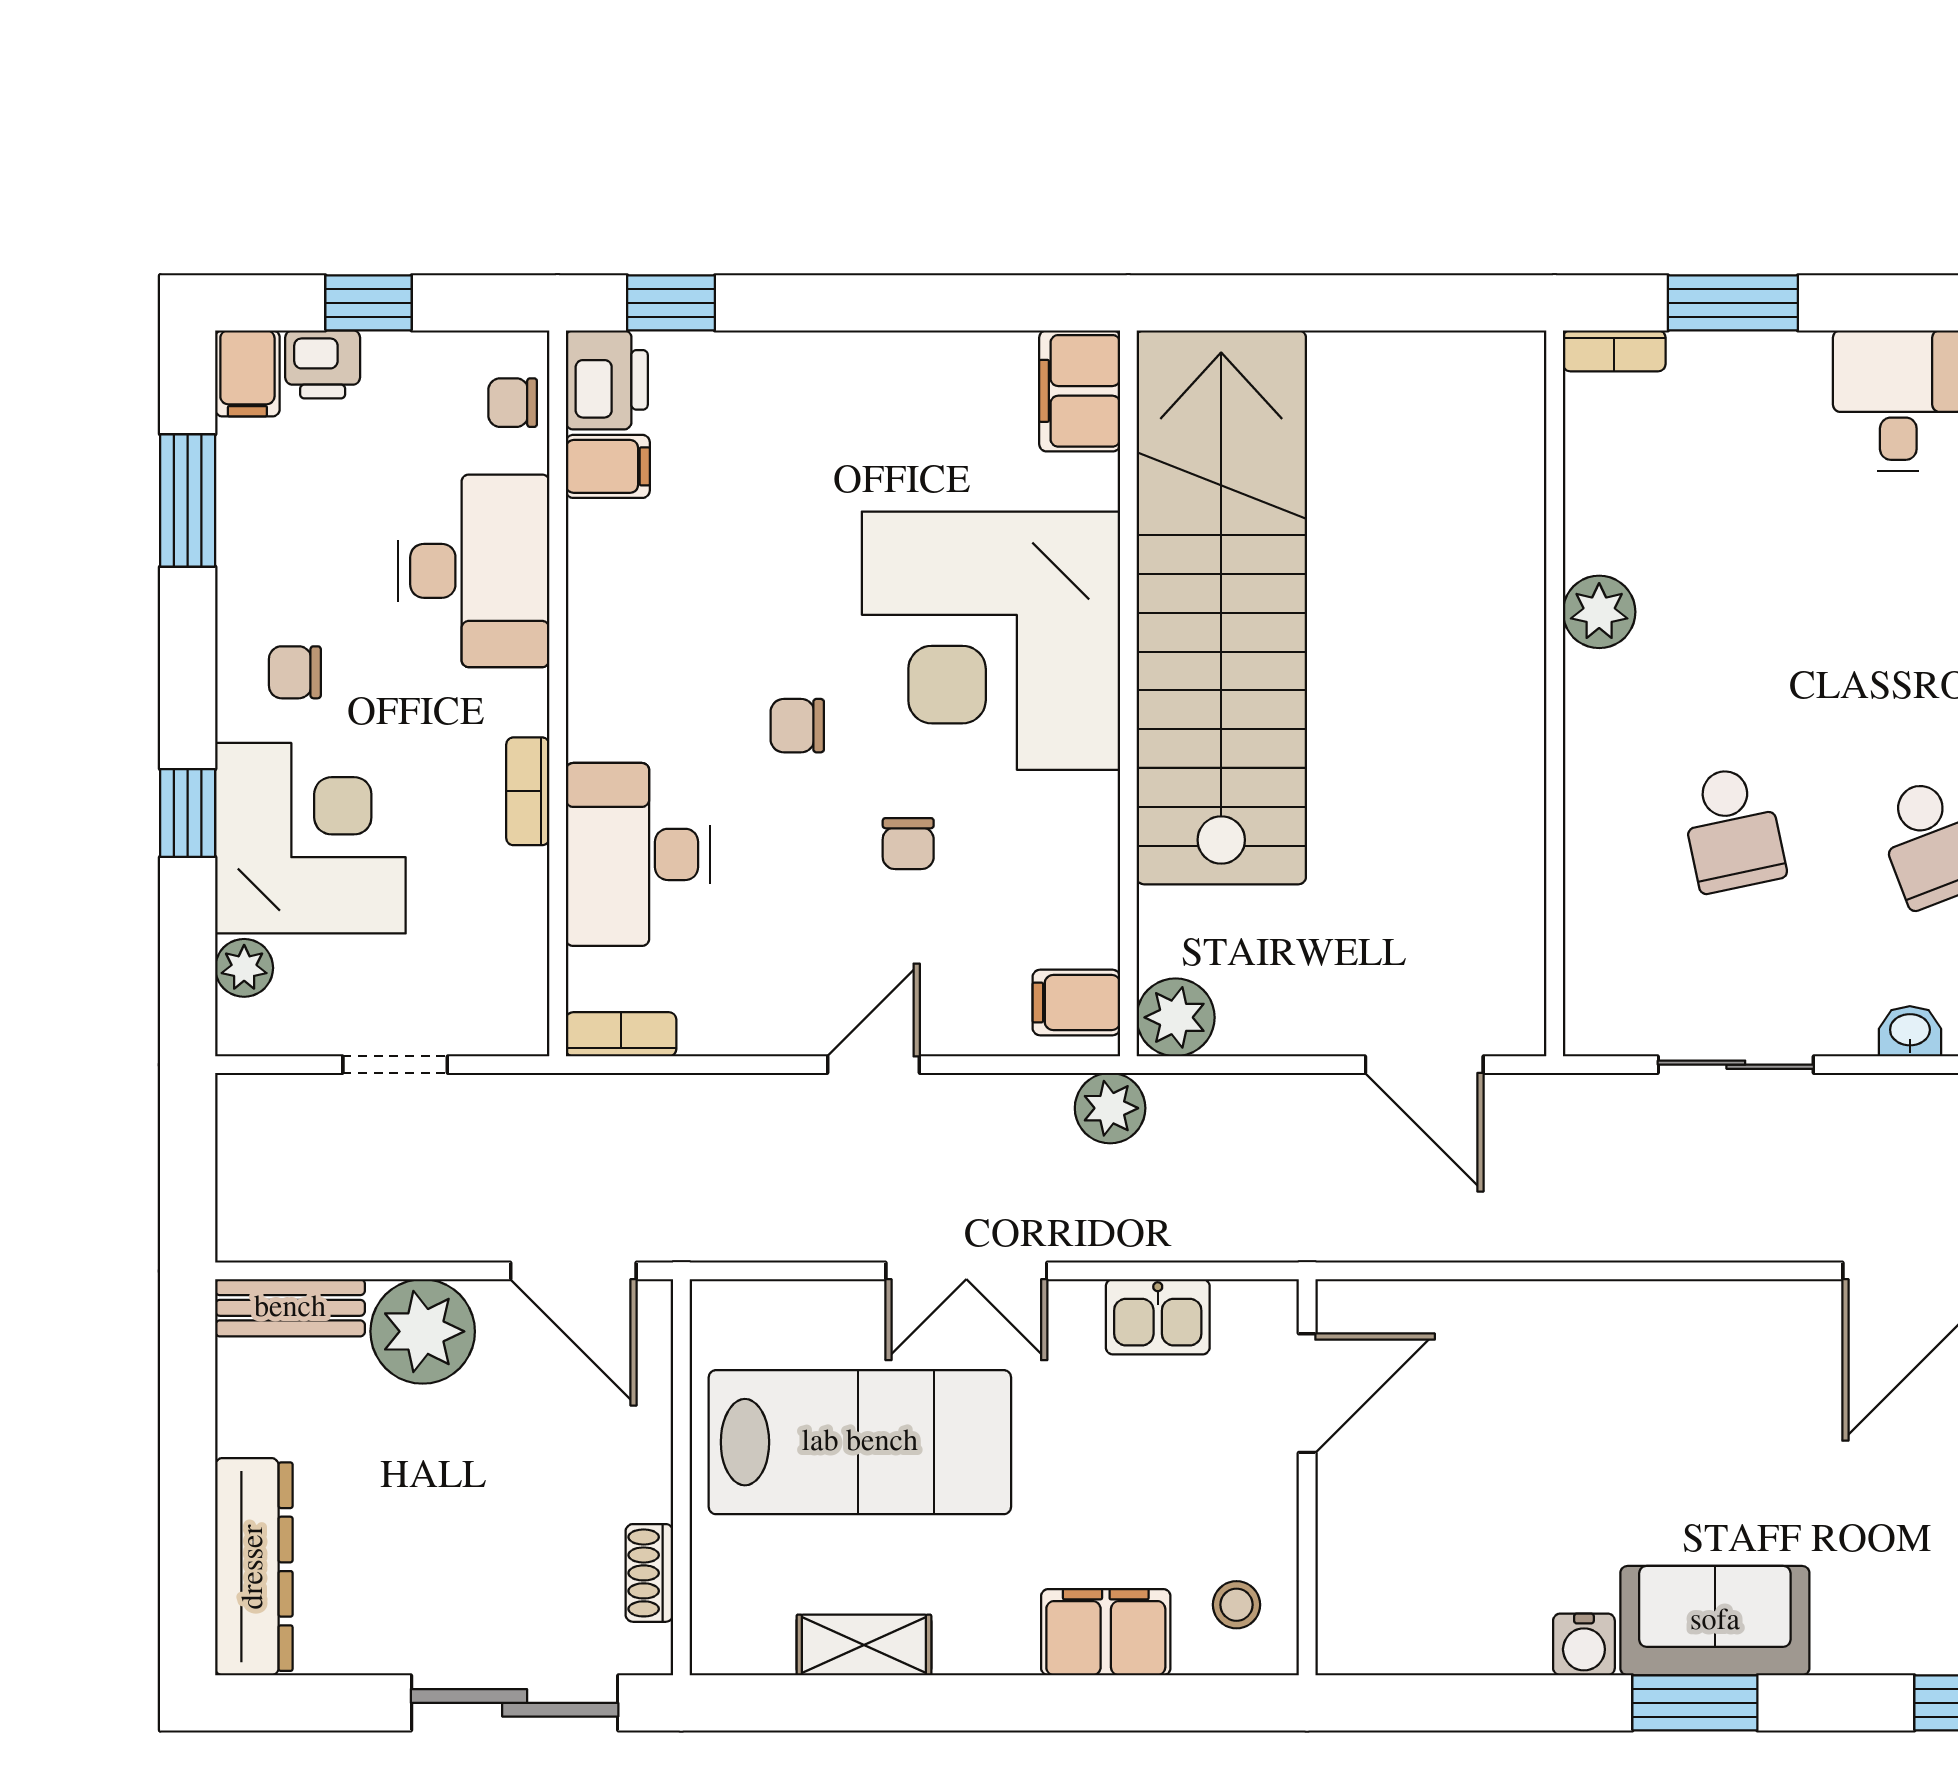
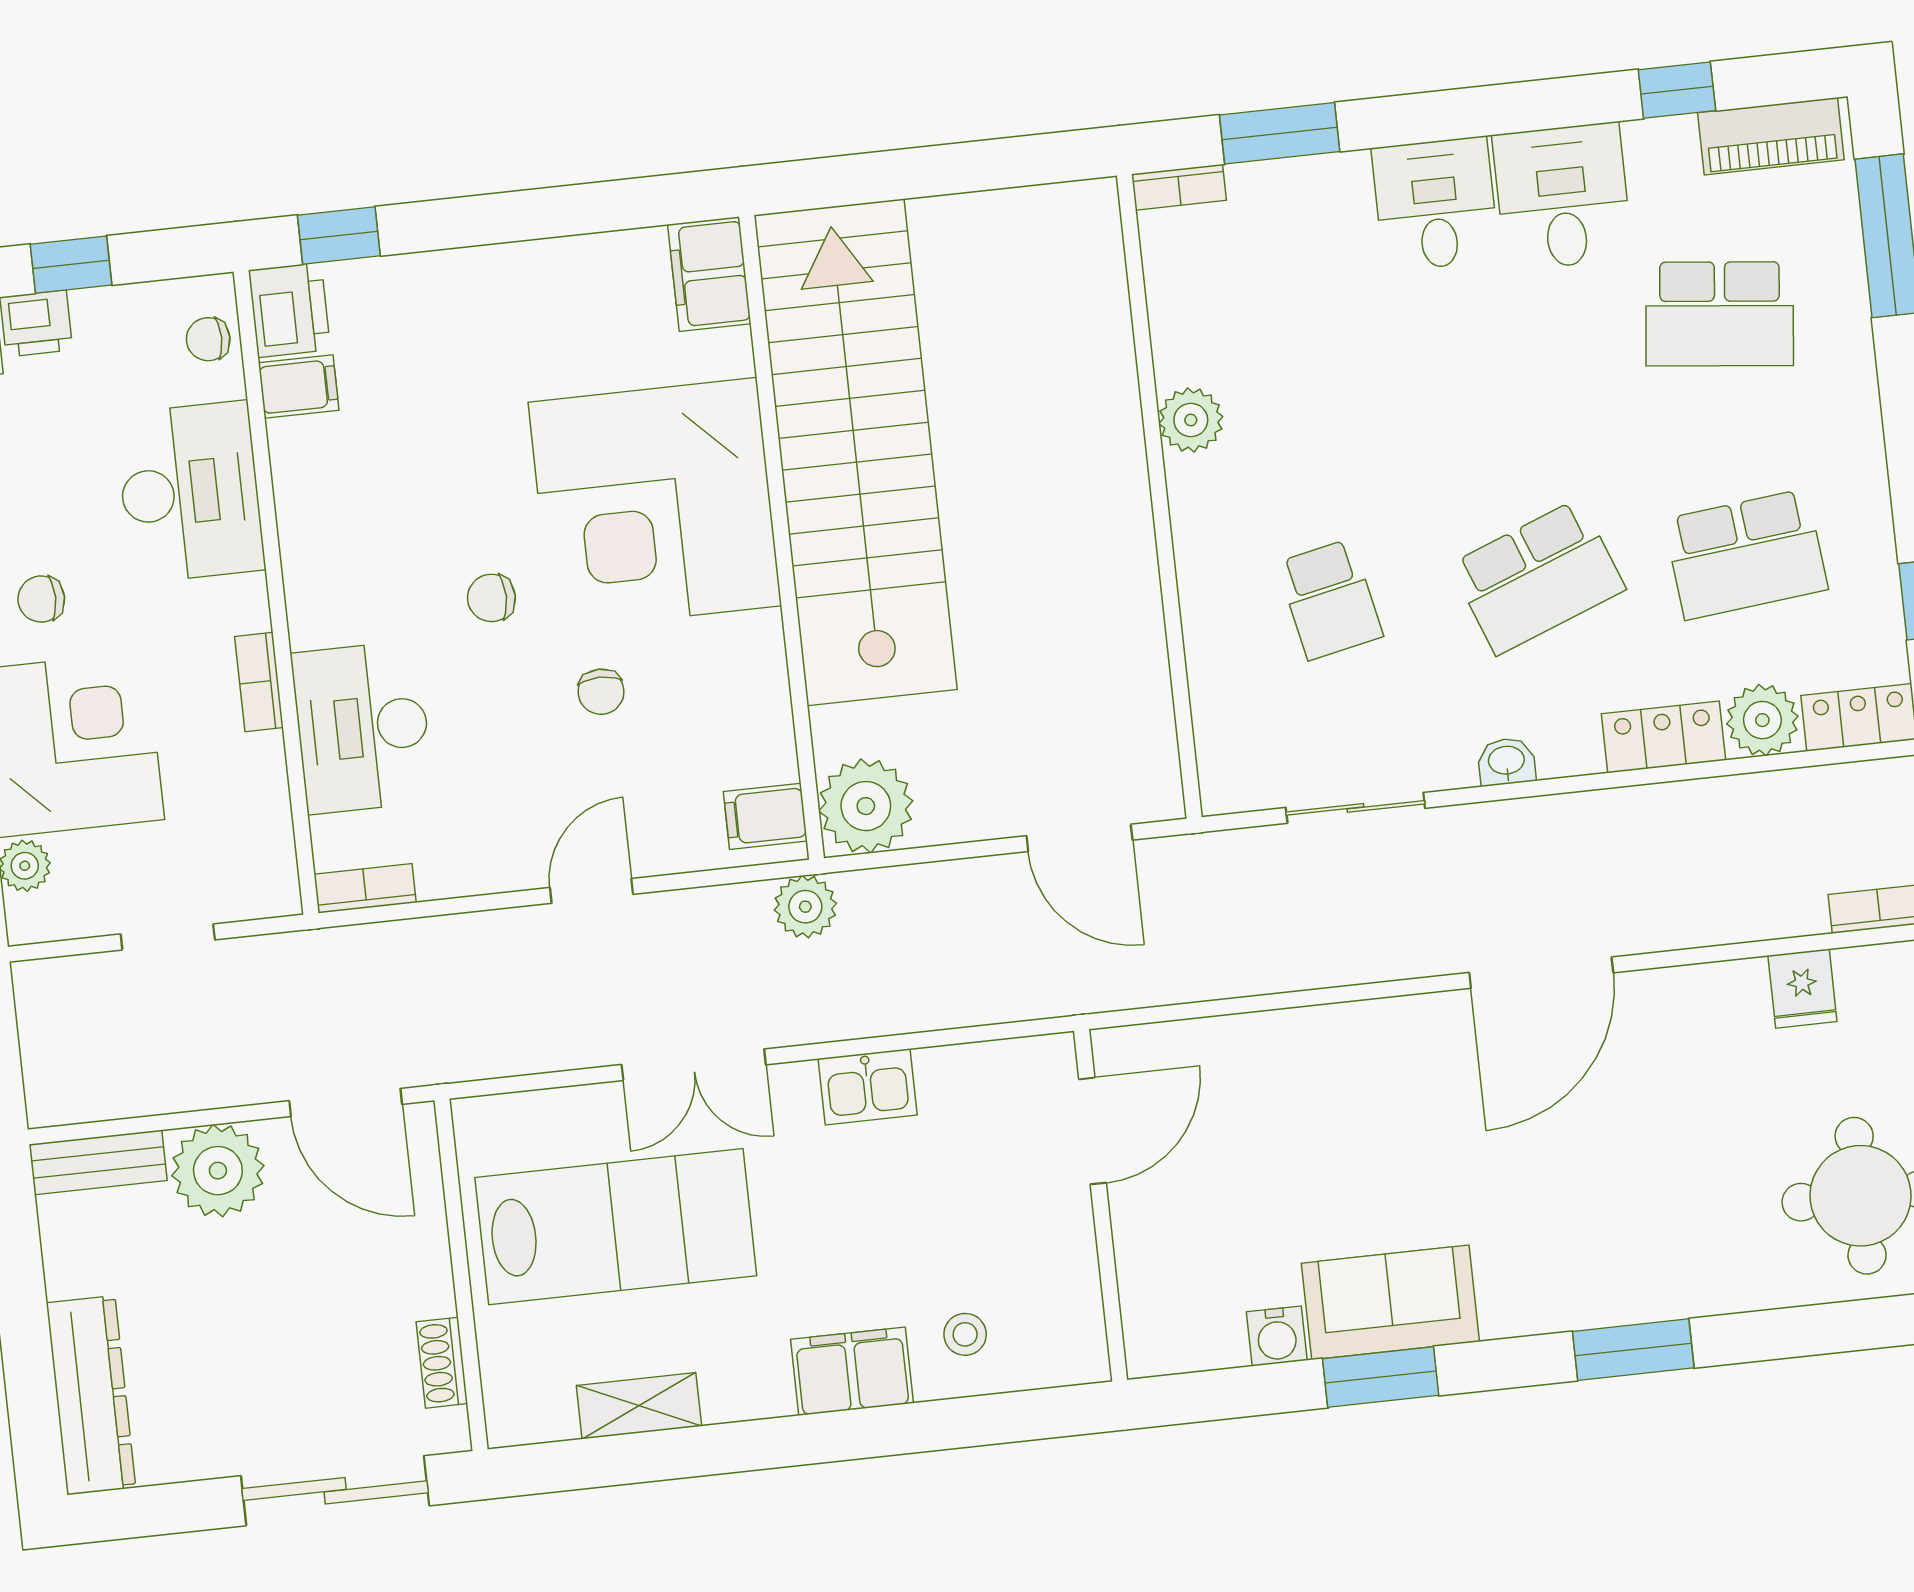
plant: (1176, 1017) -> (866, 806), width x1.36, depth x1.36
door: (1307, 1393) -> (1093, 1131), moved
wall: (1307, 1477) -> (1101, 1205), moved

